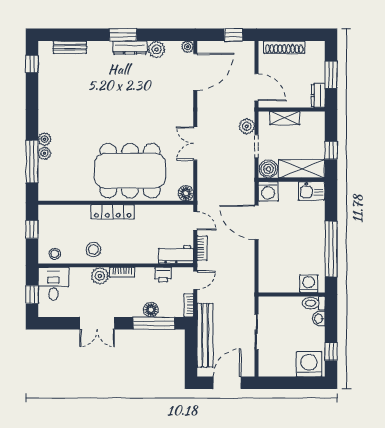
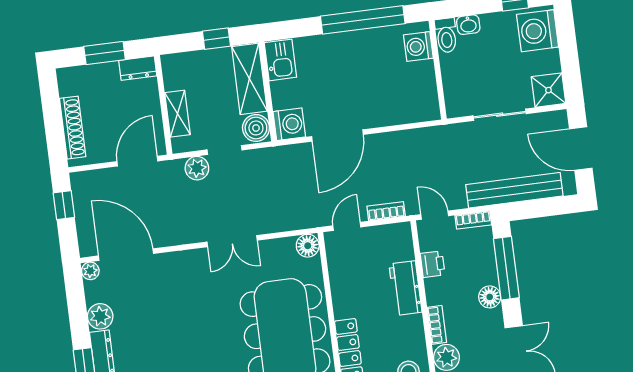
workbench: (176, 255) -> (405, 288), moved
floor lamp: (151, 310) -> (490, 297), moved
shower: (269, 366) -> (548, 90), added

